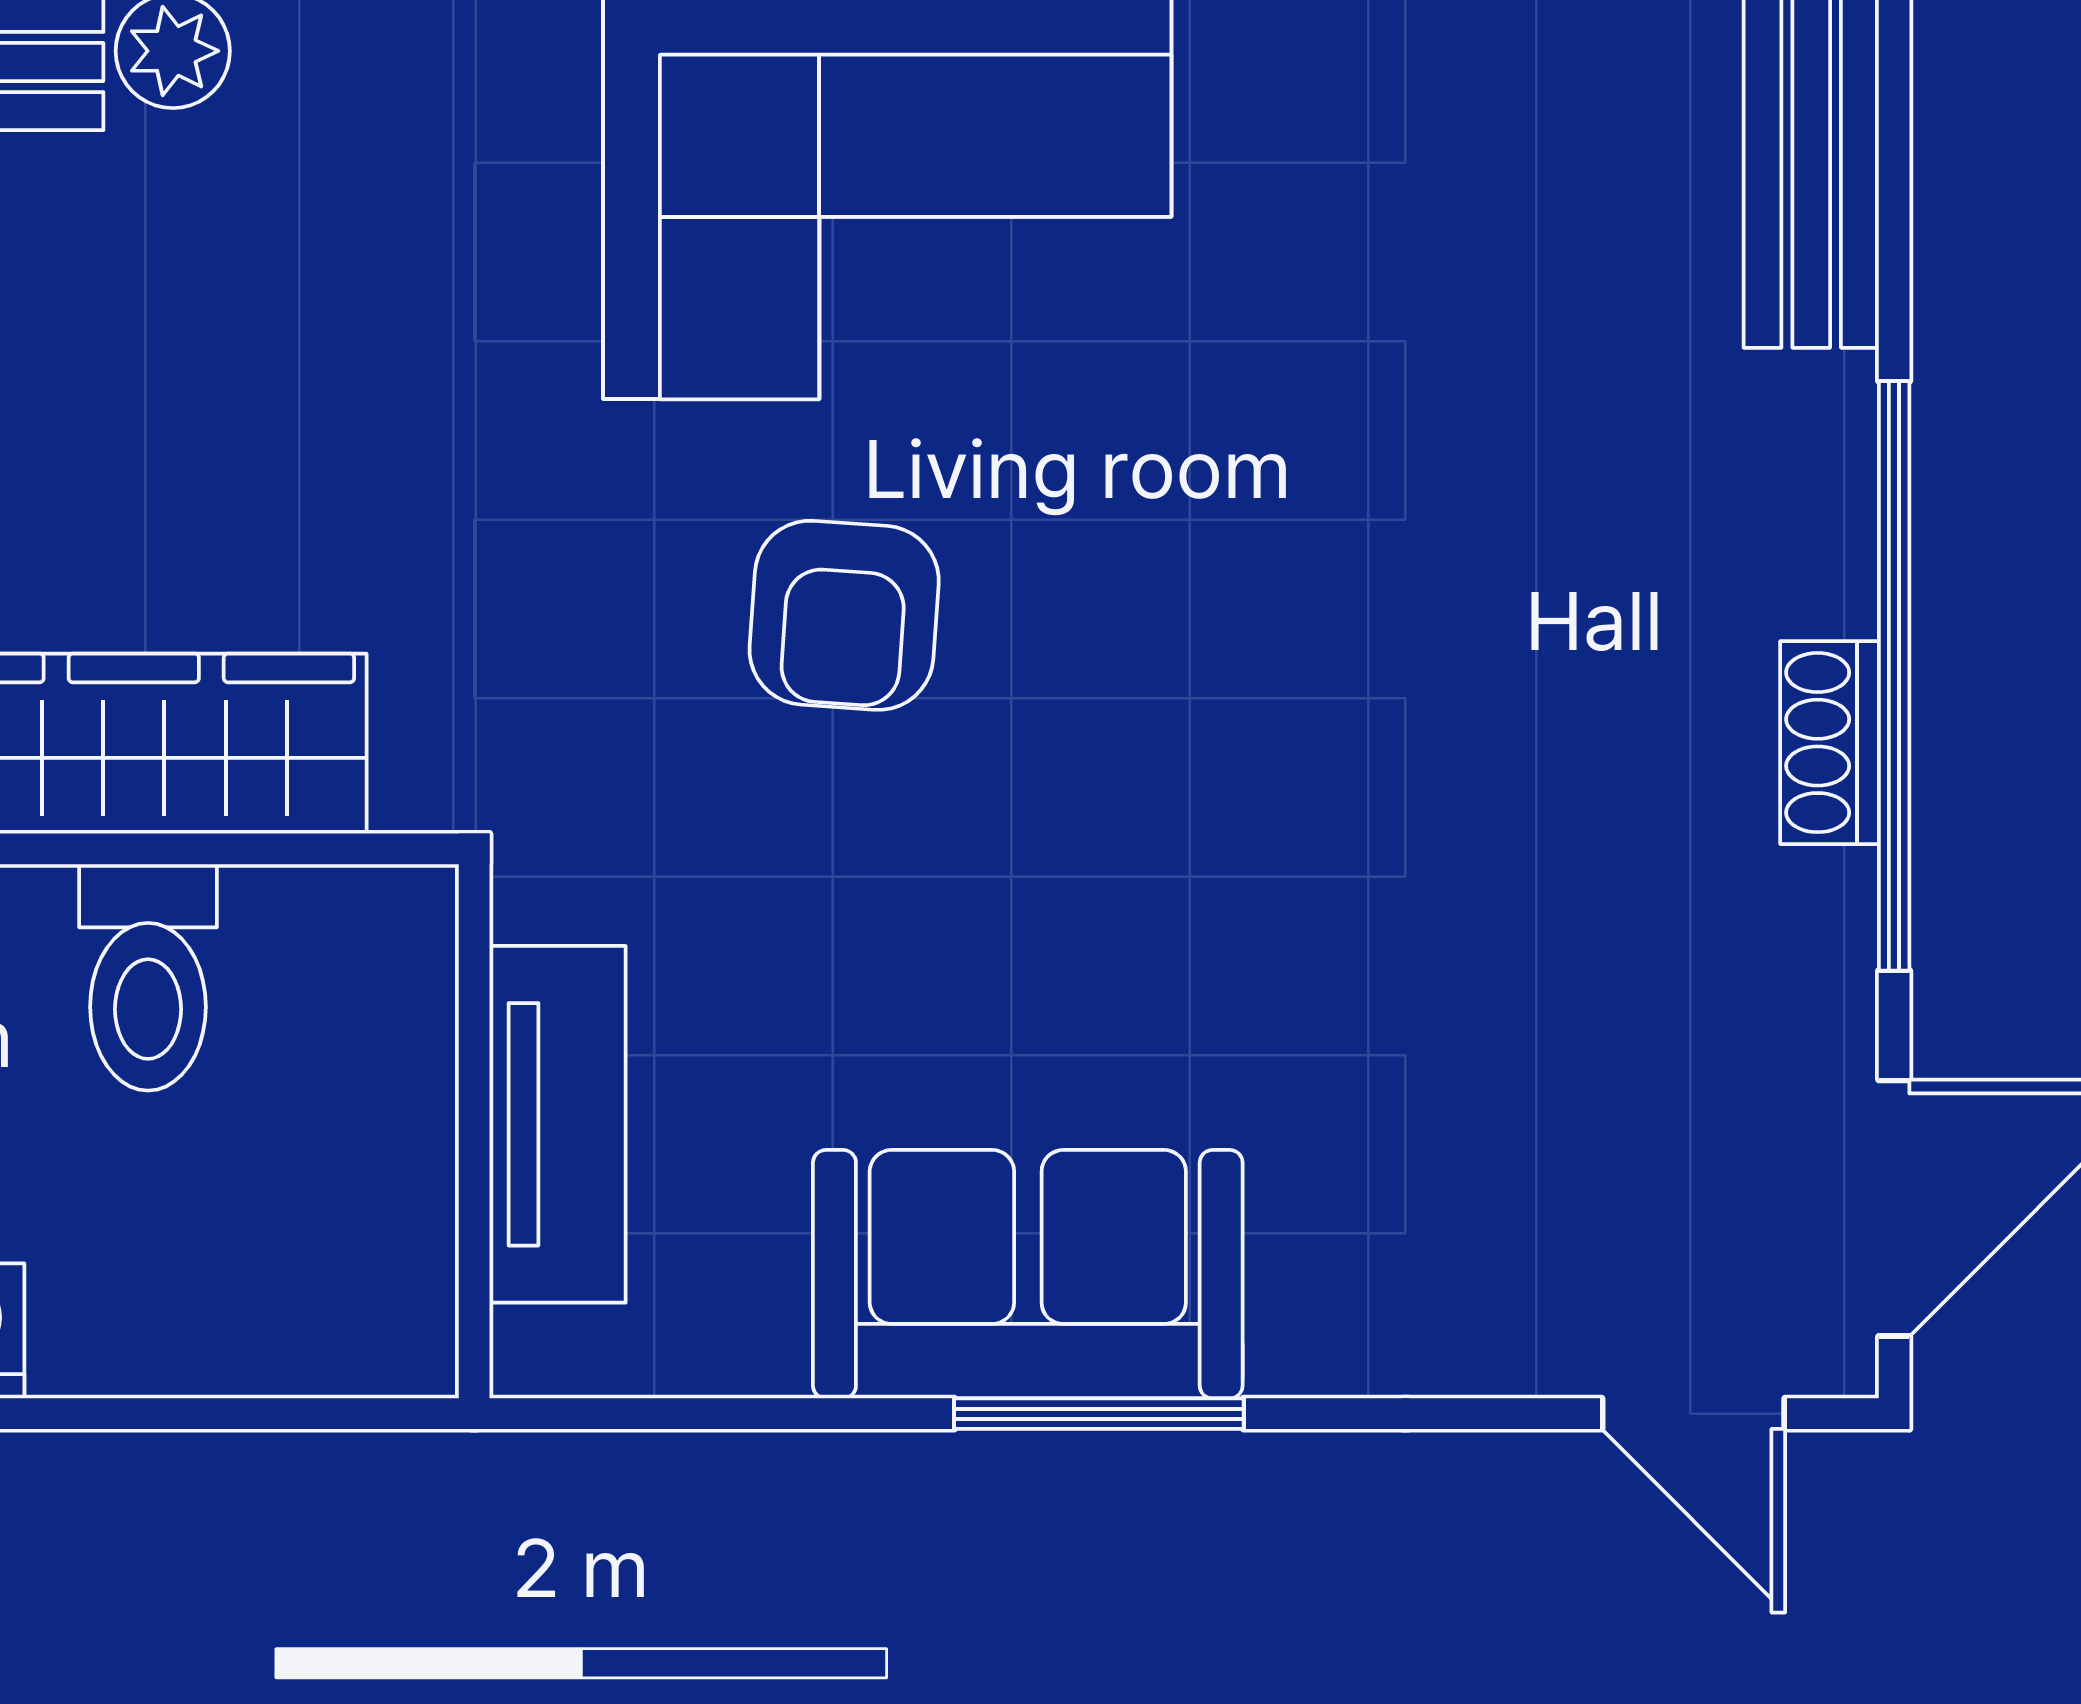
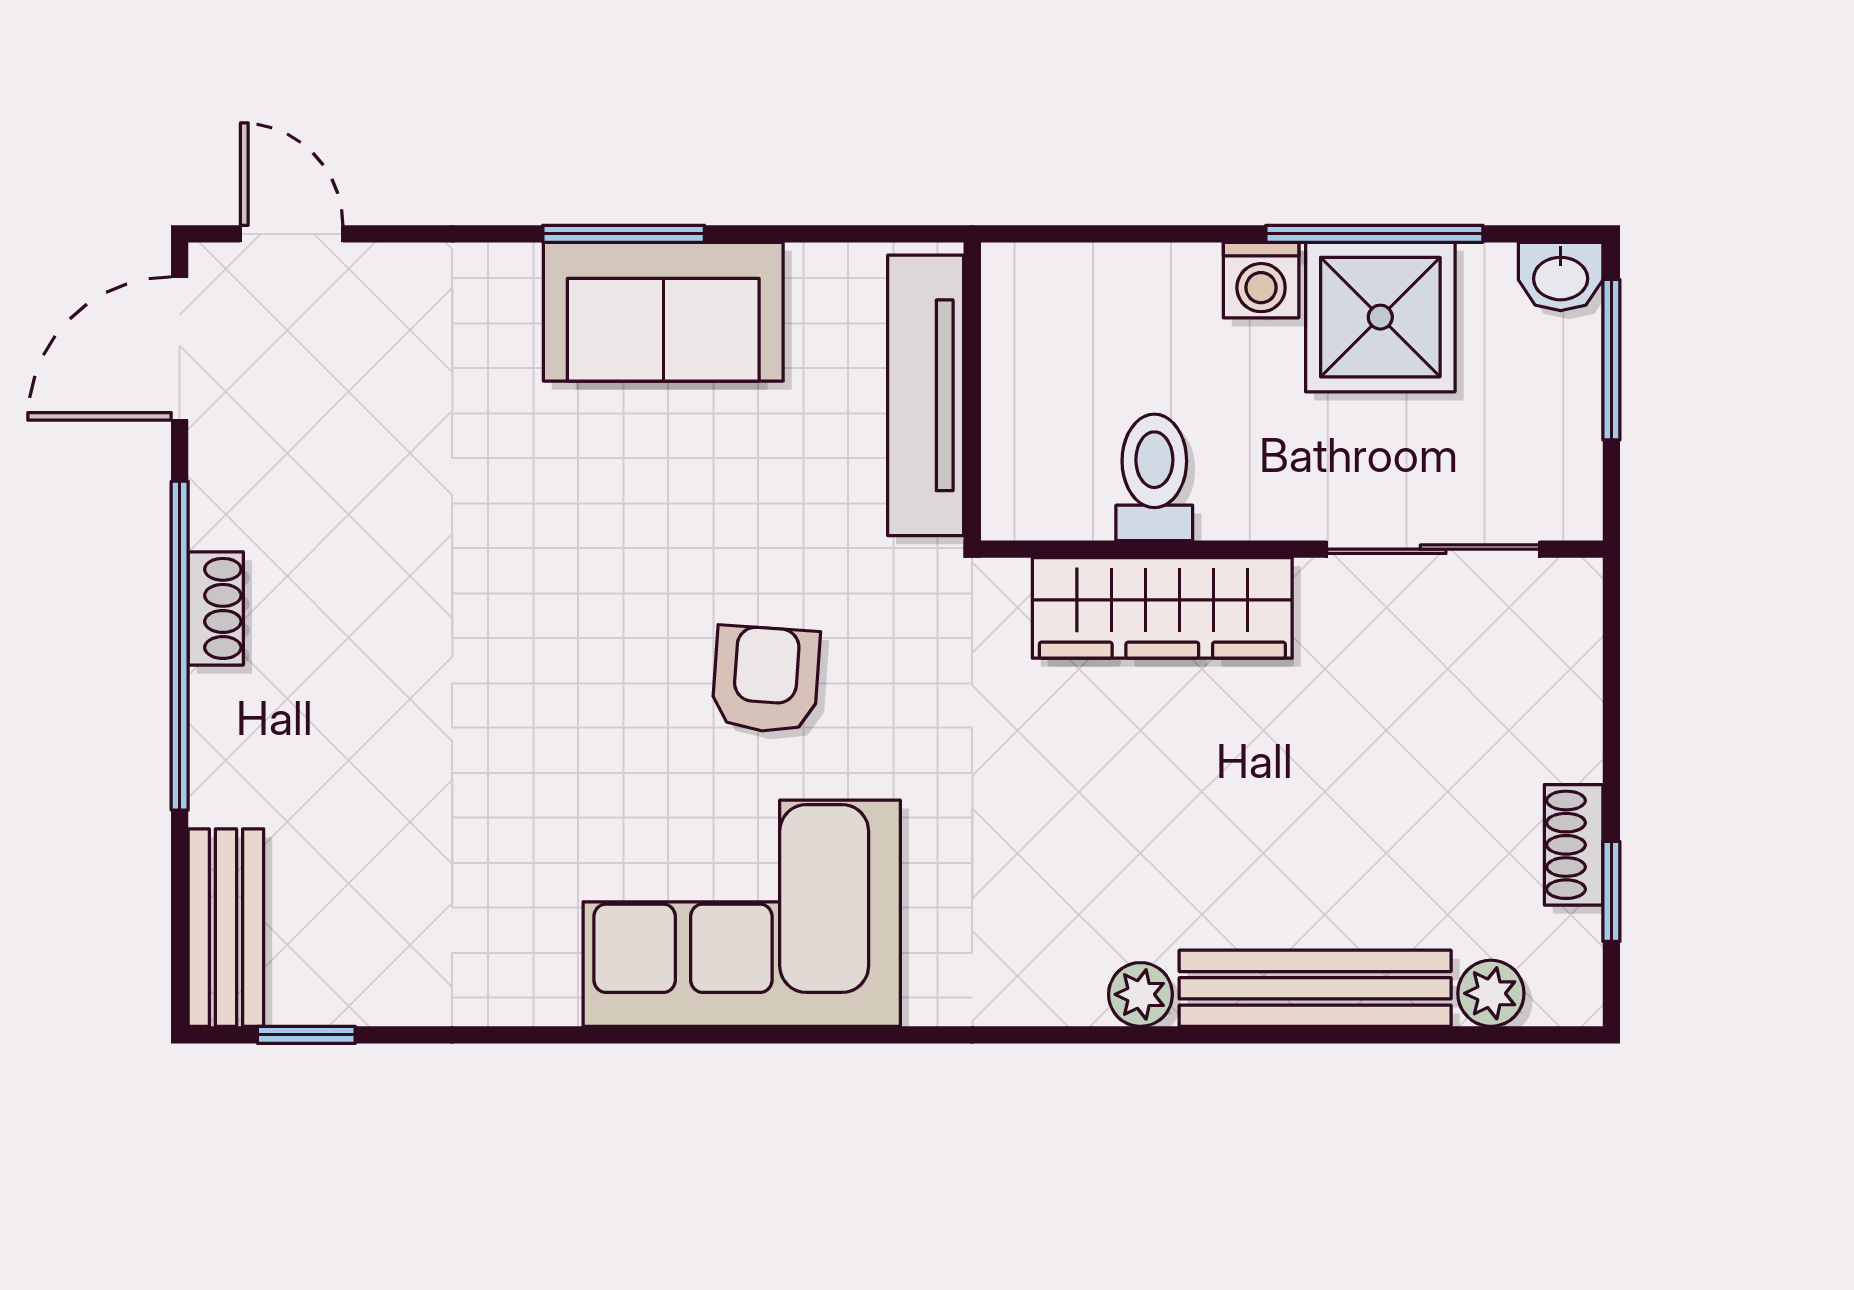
tv unit: (558, 1124) -> (926, 395), width x1.41

